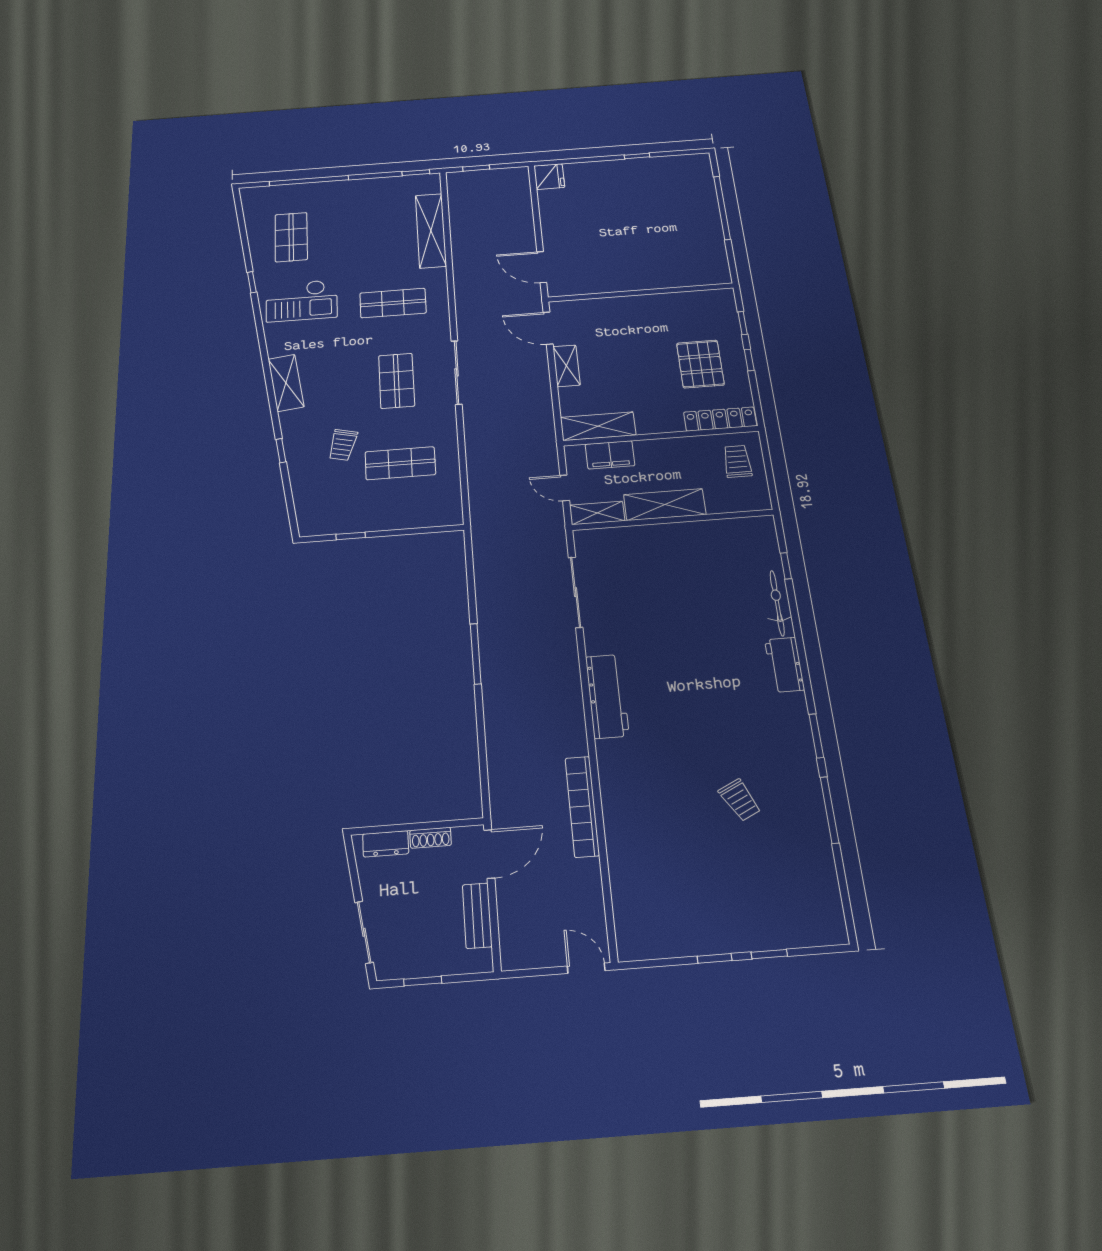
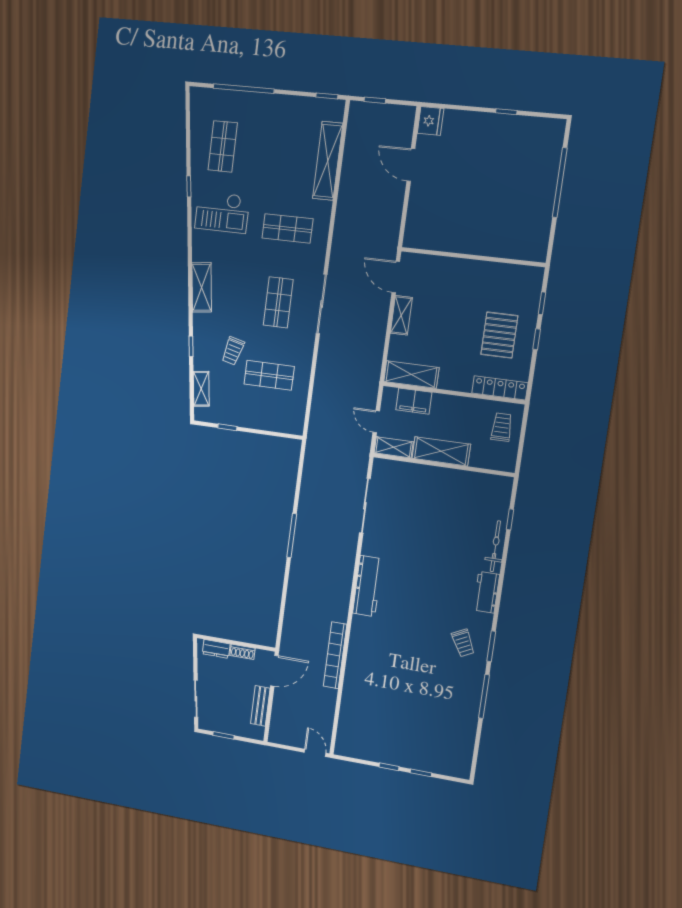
door: (542, 267) -> (411, 165), moved
shelving: (304, 497) -> (201, 389), added
trolley: (740, 800) -> (463, 643), moved

